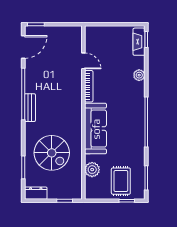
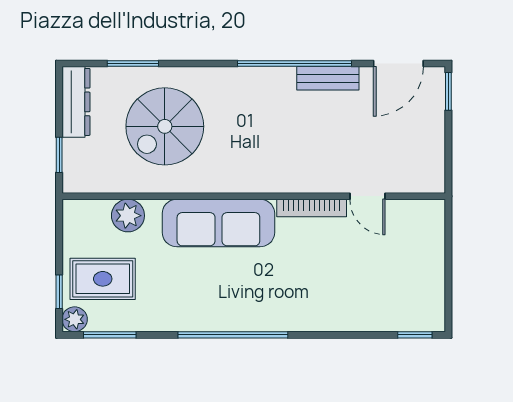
fireplace: (139, 42) -> (410, 319), removed
door: (23, 47) -> (398, 64), hinge flipped
door: (83, 61) -> (368, 196), hinge flipped
plant: (139, 75) -> (75, 319), moved
bench: (30, 108) -> (328, 78), moved
dresser: (36, 193) -> (76, 102), width x1.44

